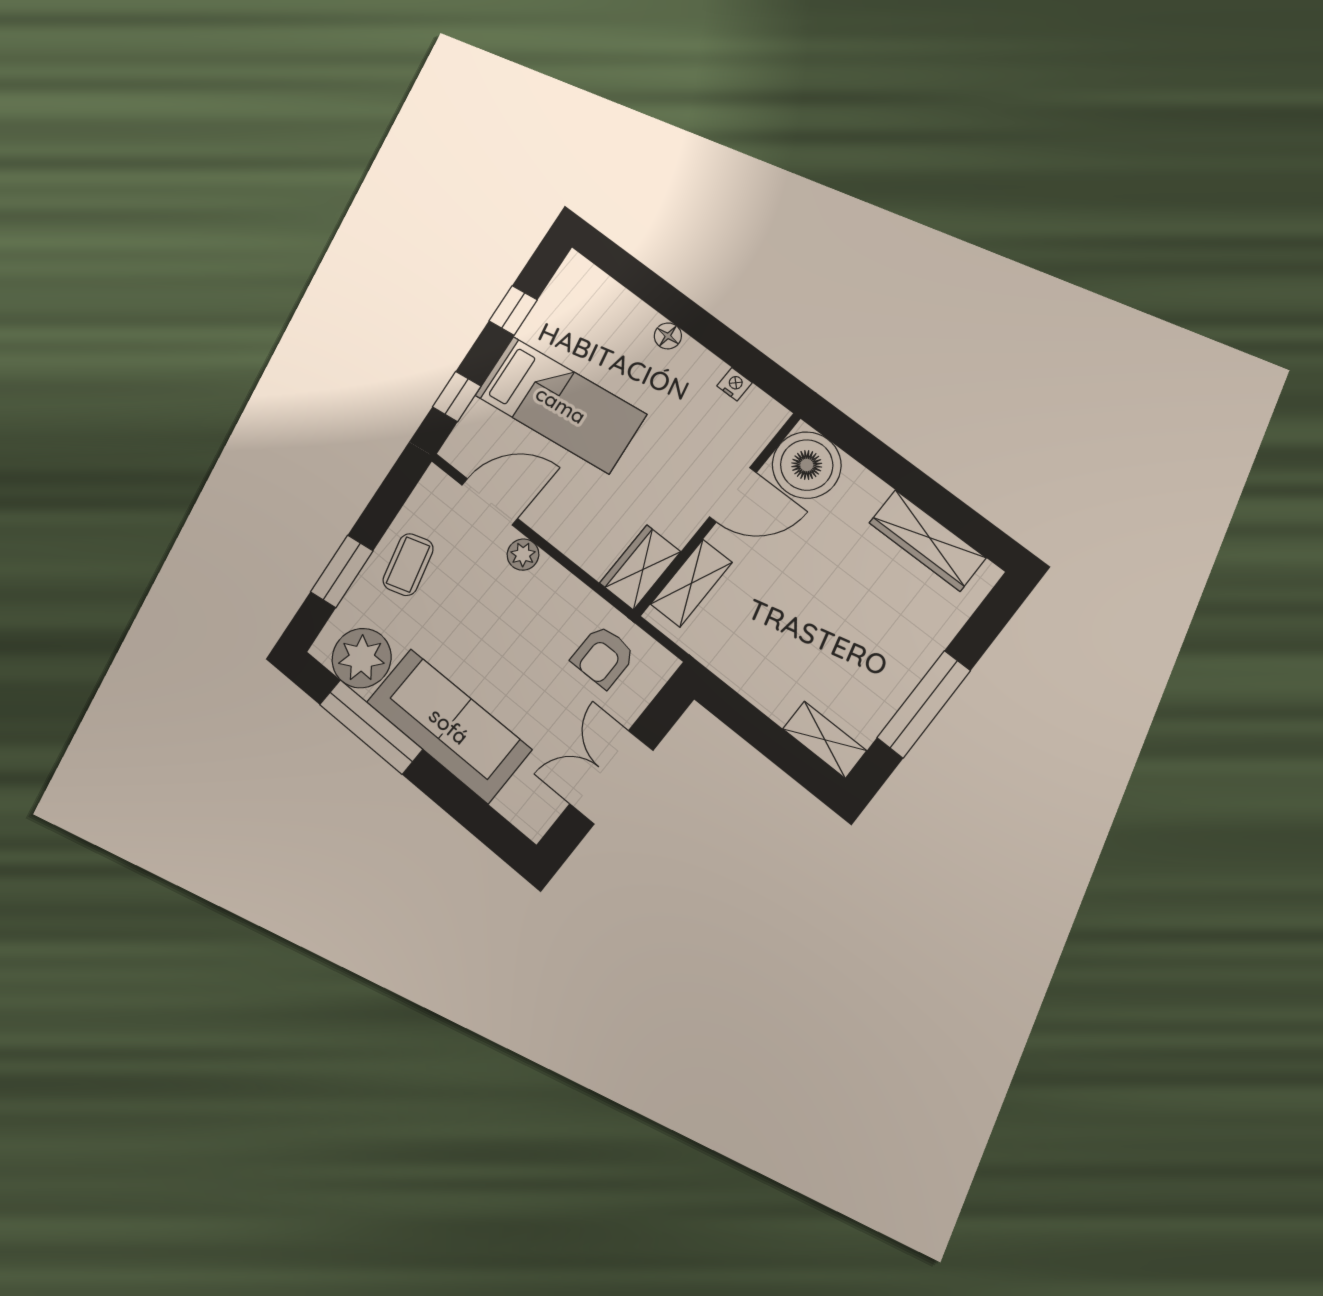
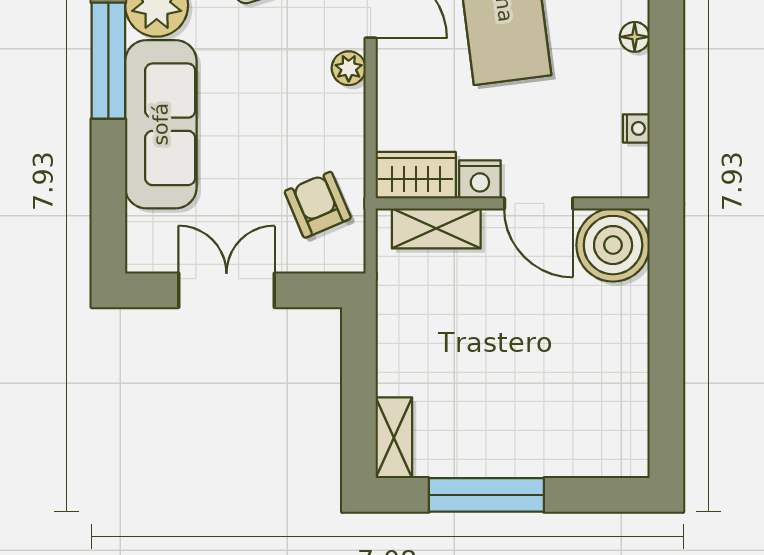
nightstand: (681, 523) -> (480, 179), added
wardrobe: (928, 540) -> (627, 395), removed
armchair: (603, 657) -> (318, 205), turned 67

